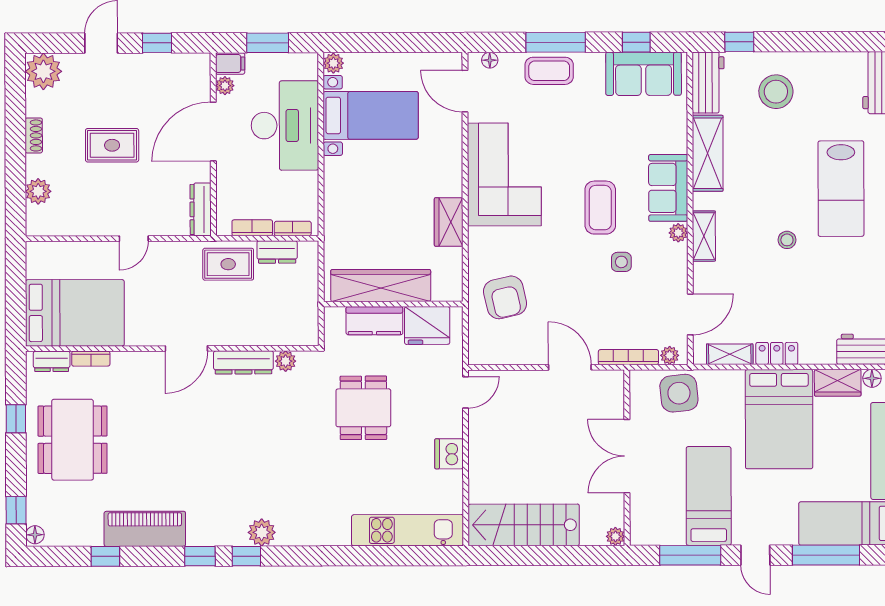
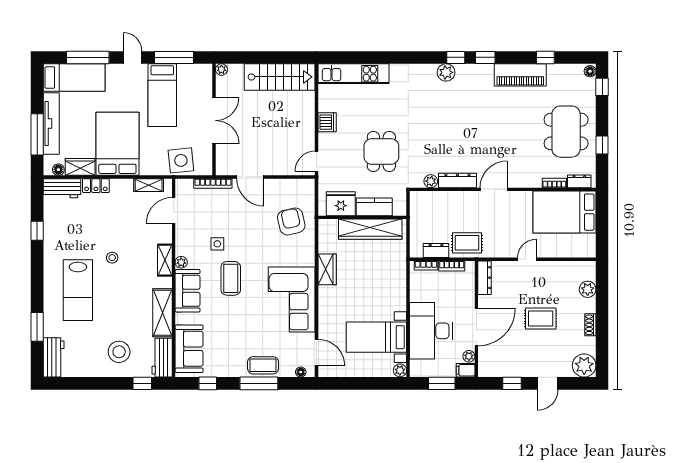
sofa: (644, 74) -> (189, 349), moved, turned 90
lab bench: (841, 189) -> (78, 290), turned 180
locker: (777, 353) -> (96, 186), moved
plant: (670, 355) -> (187, 184), removed

